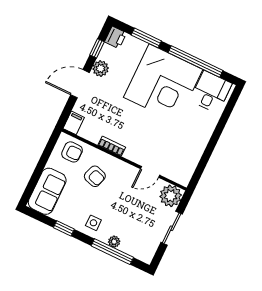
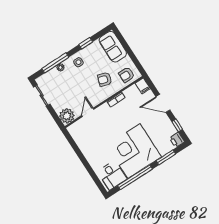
plant: (101, 69) -> (164, 120), removed
door: (80, 84) -> (163, 103), swing flipped
sliding door: (172, 228) -> (42, 96), moved

